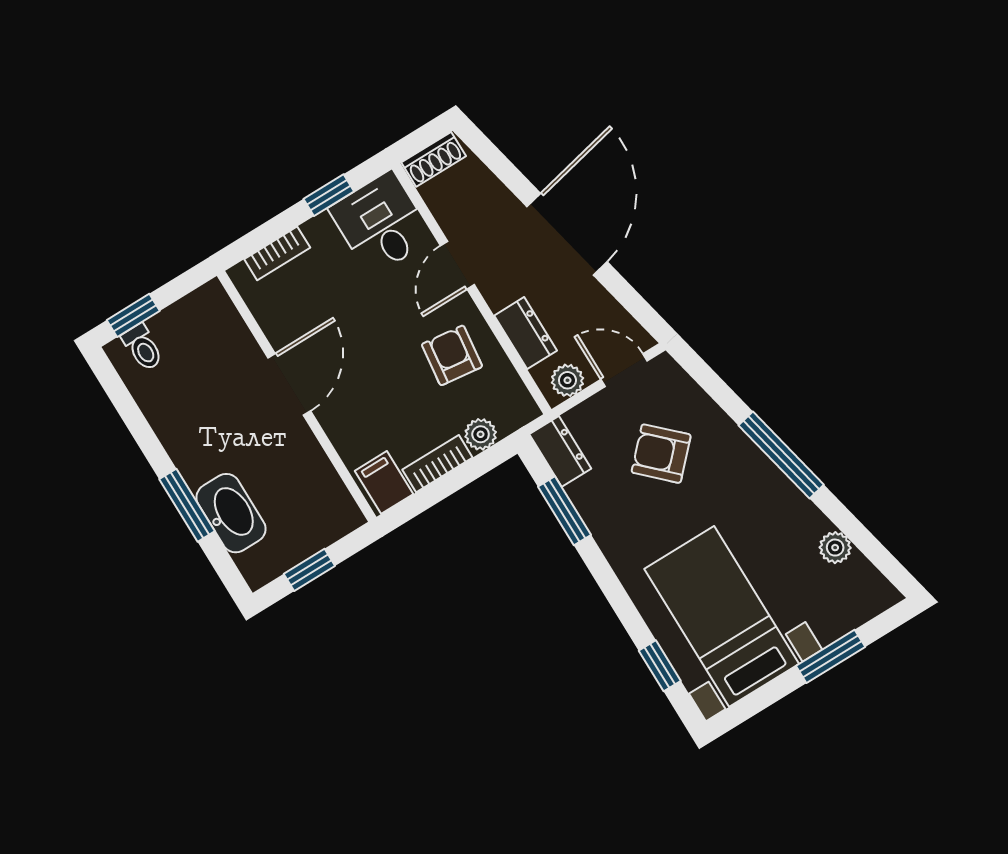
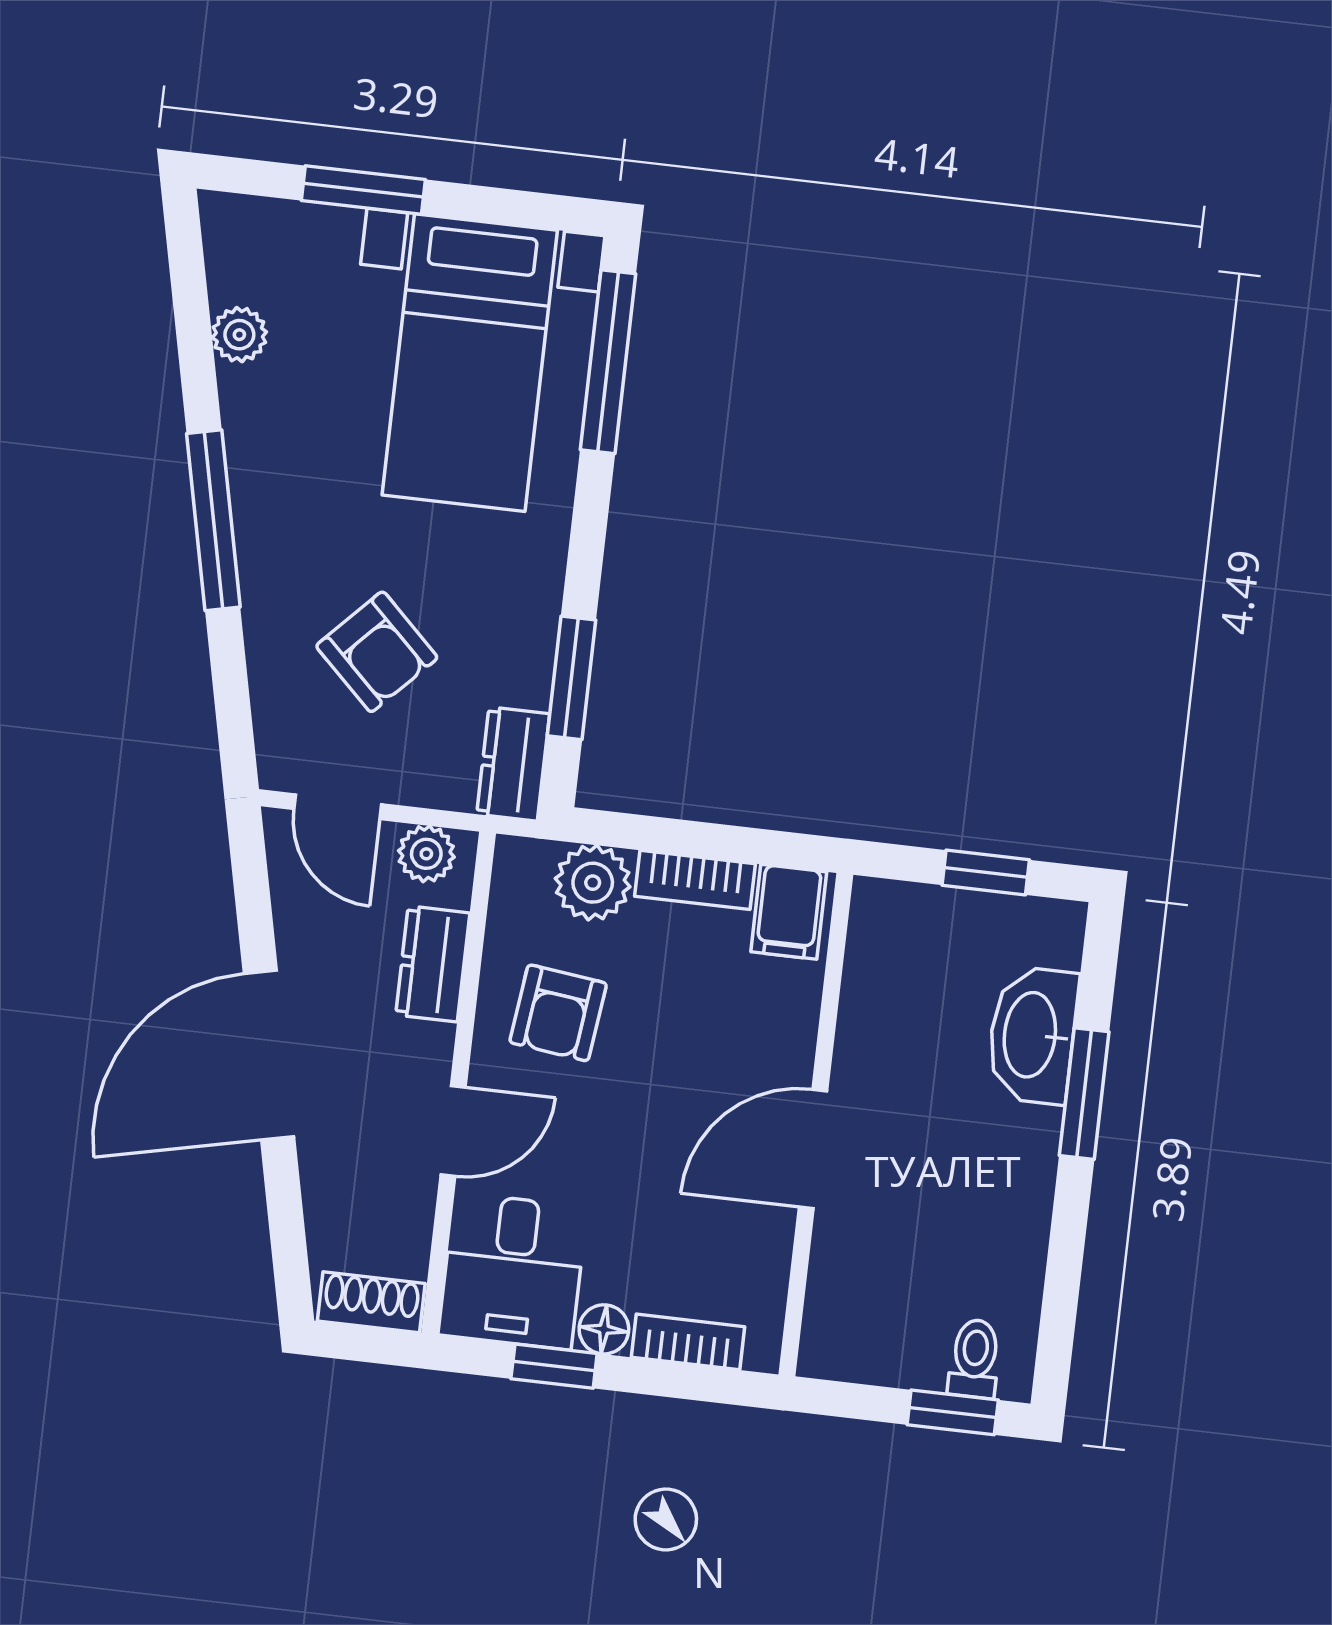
floor lamp: (319, 229) -> (604, 1329), added
plant: (481, 434) -> (593, 883), width x1.38, depth x1.38
window: (660, 666) -> (608, 362), width x2.17

